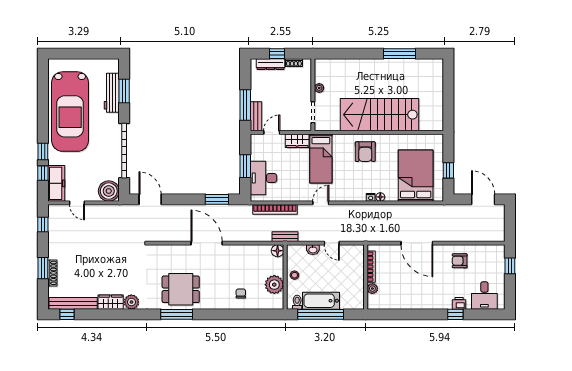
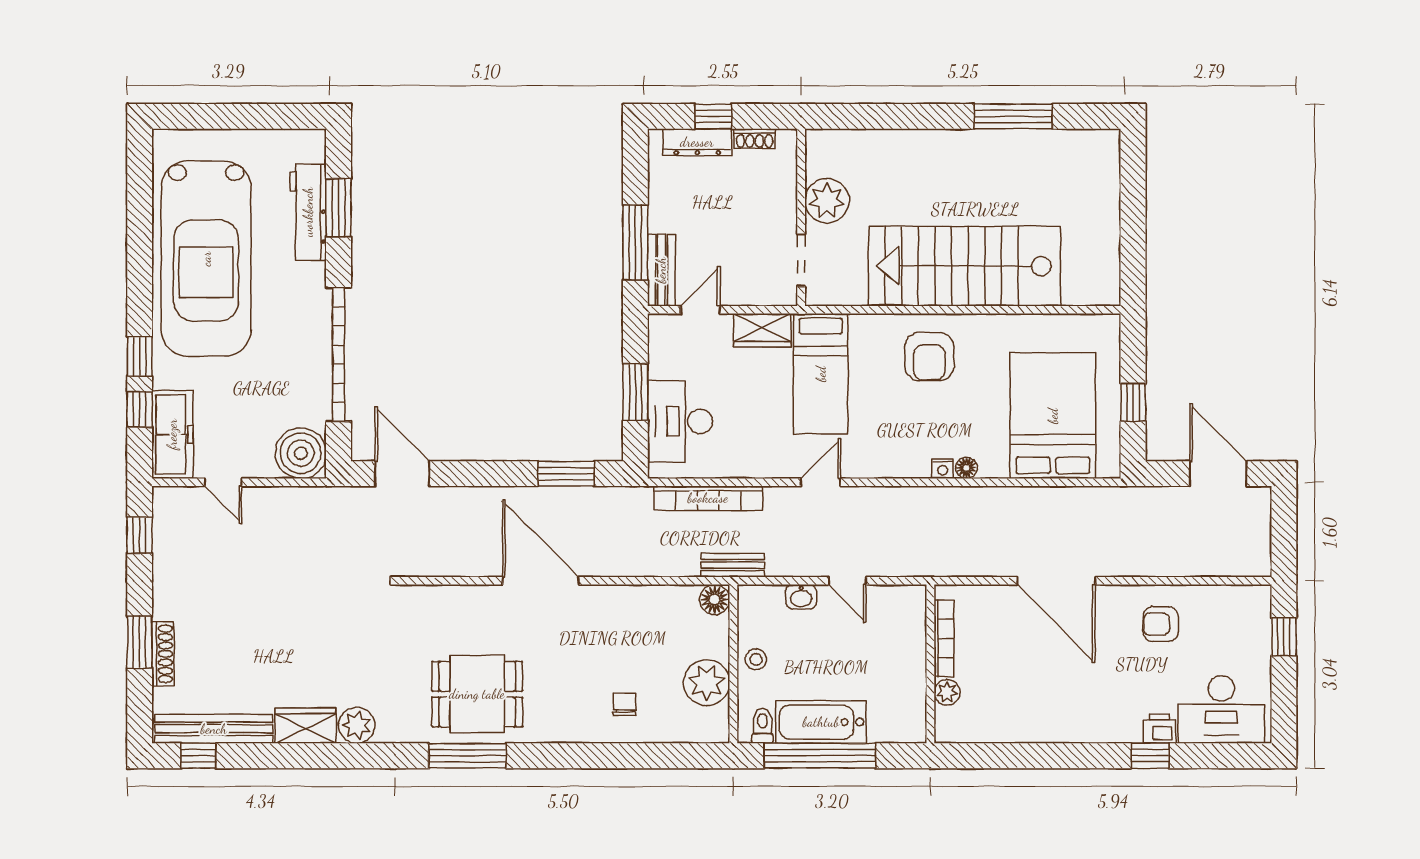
plant: (319, 88) -> (827, 201), width x1.88, depth x1.88
desk: (484, 296) -> (1221, 709), width x1.37

